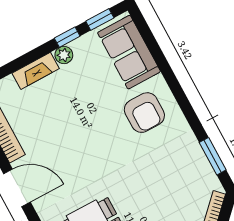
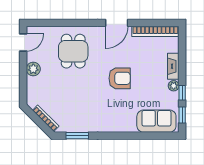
armchair: (144, 113) -> (120, 78), moved, turned 180

